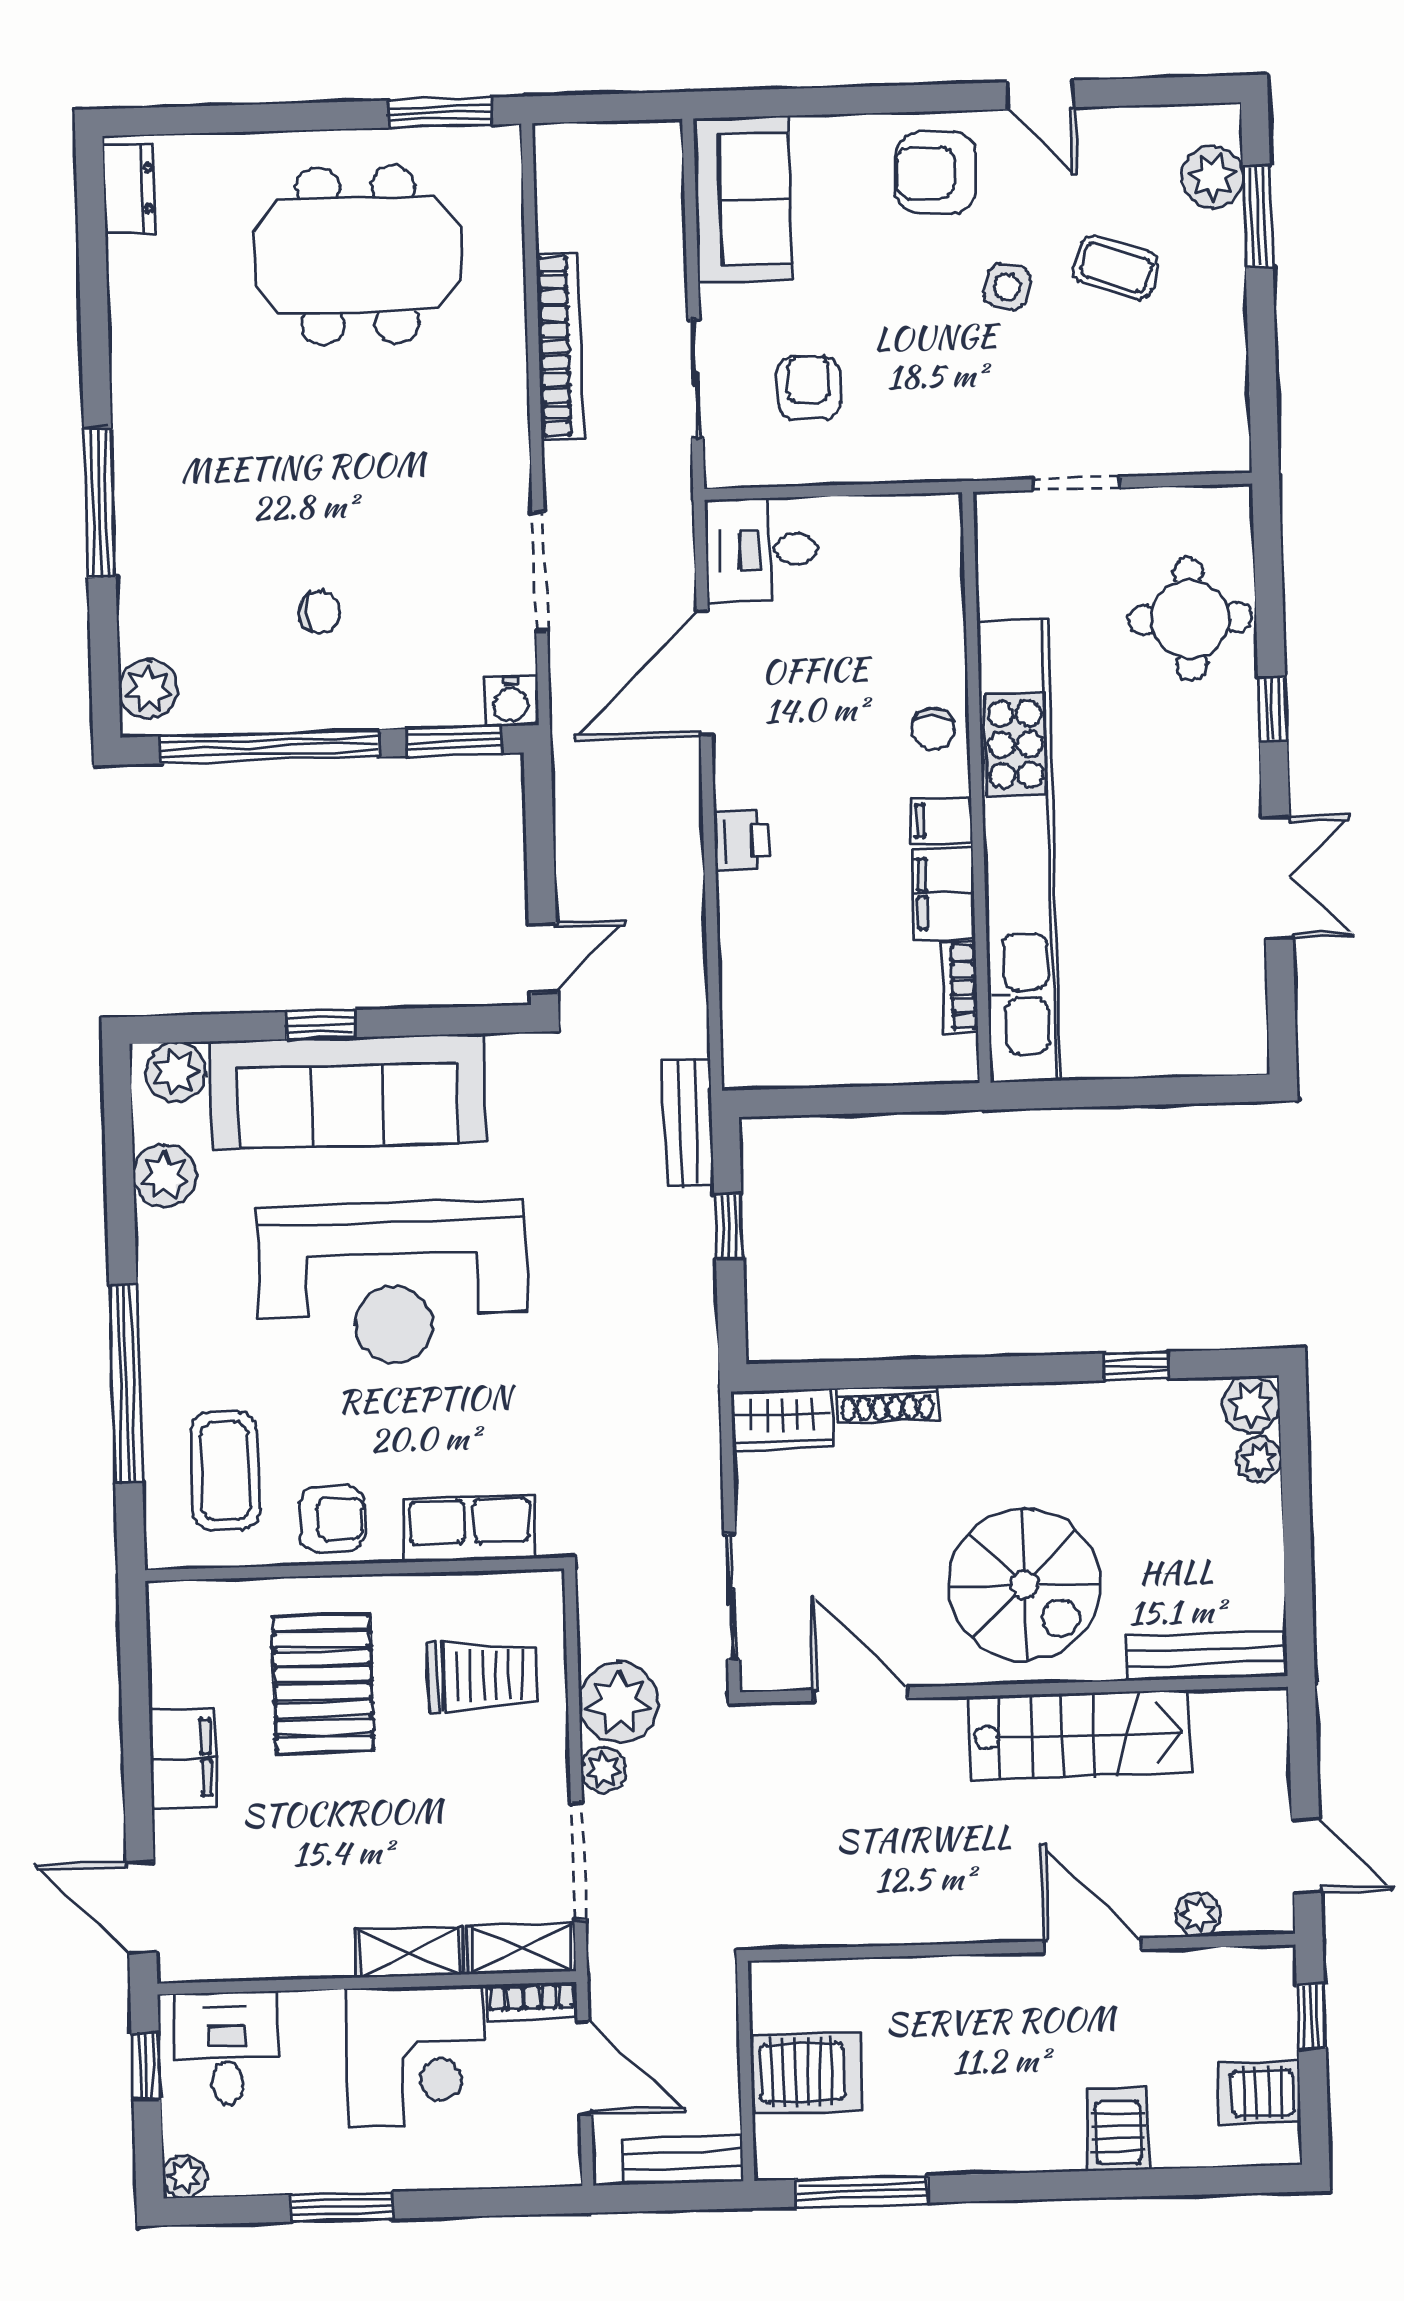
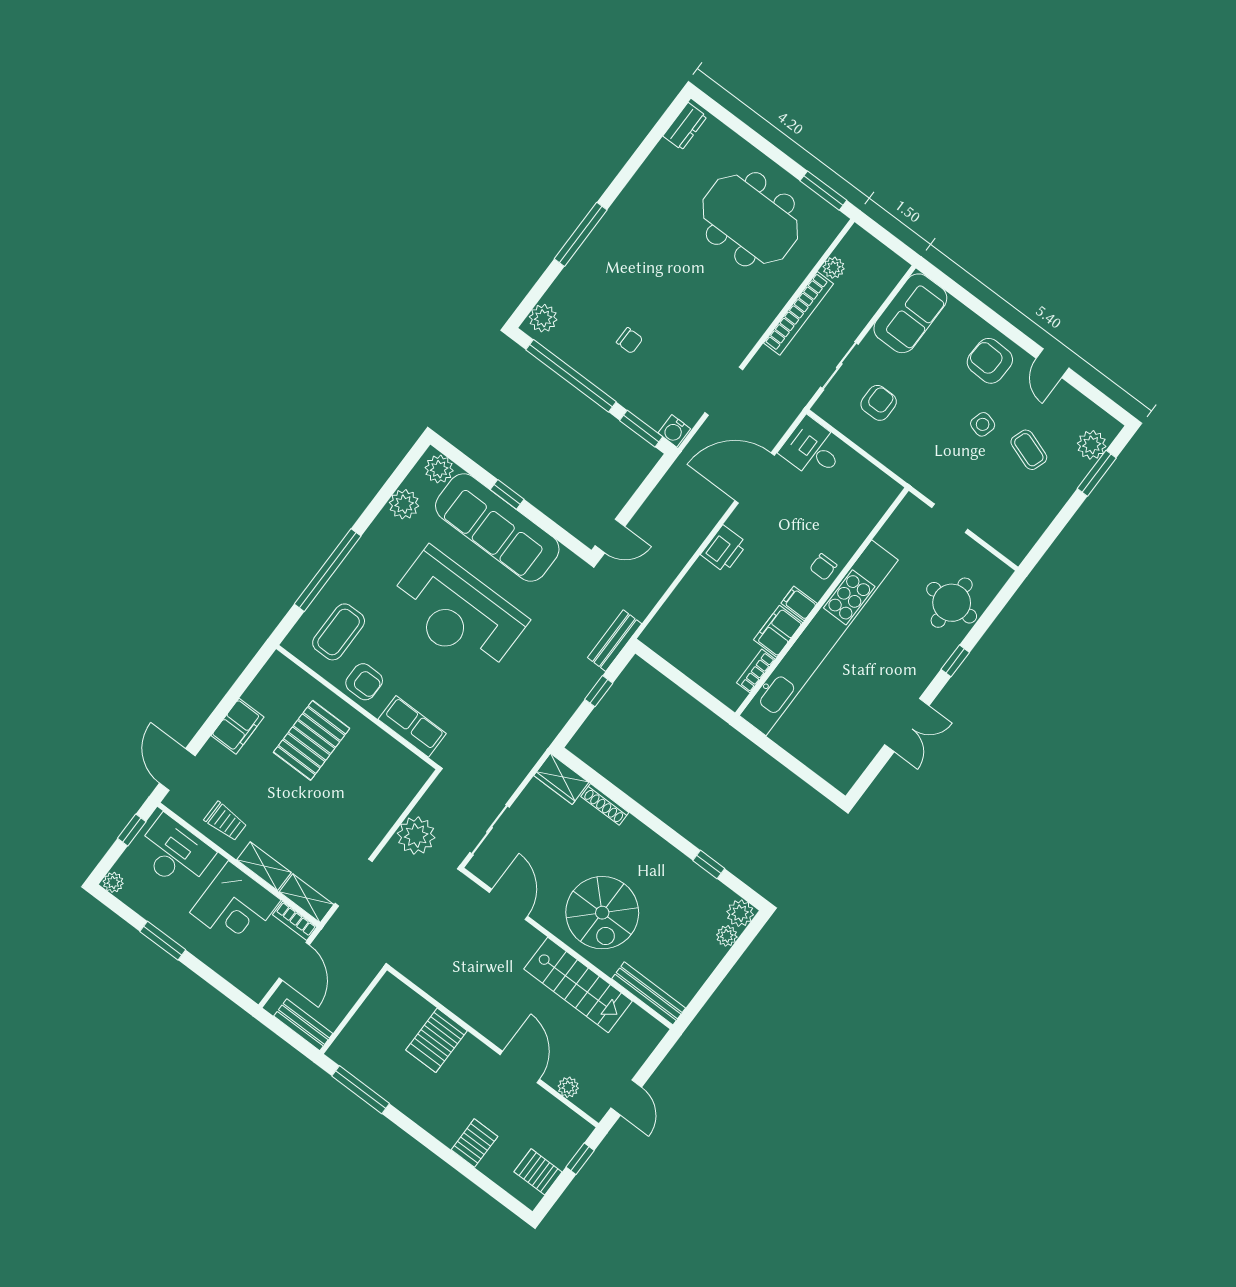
printer: (741, 840) -> (724, 549), width x1.36, depth x1.24
trolley: (482, 1676) -> (226, 822), moved, width x0.73, depth x0.72
plant: (604, 1770) -> (834, 268), moved
desk: (227, 2048) -> (174, 853), width x1.37
server rack: (806, 2072) -> (437, 1040), moved, turned 90

